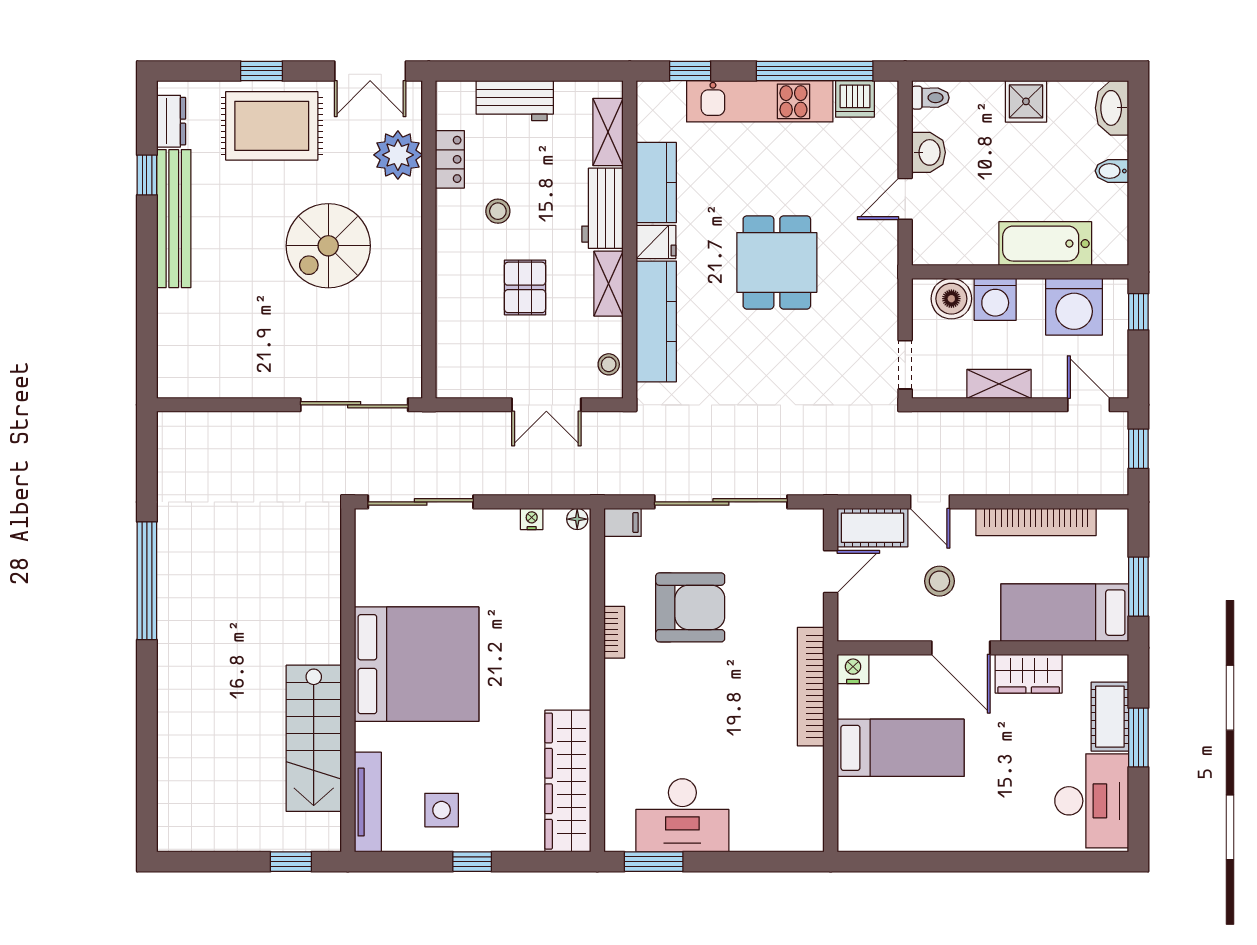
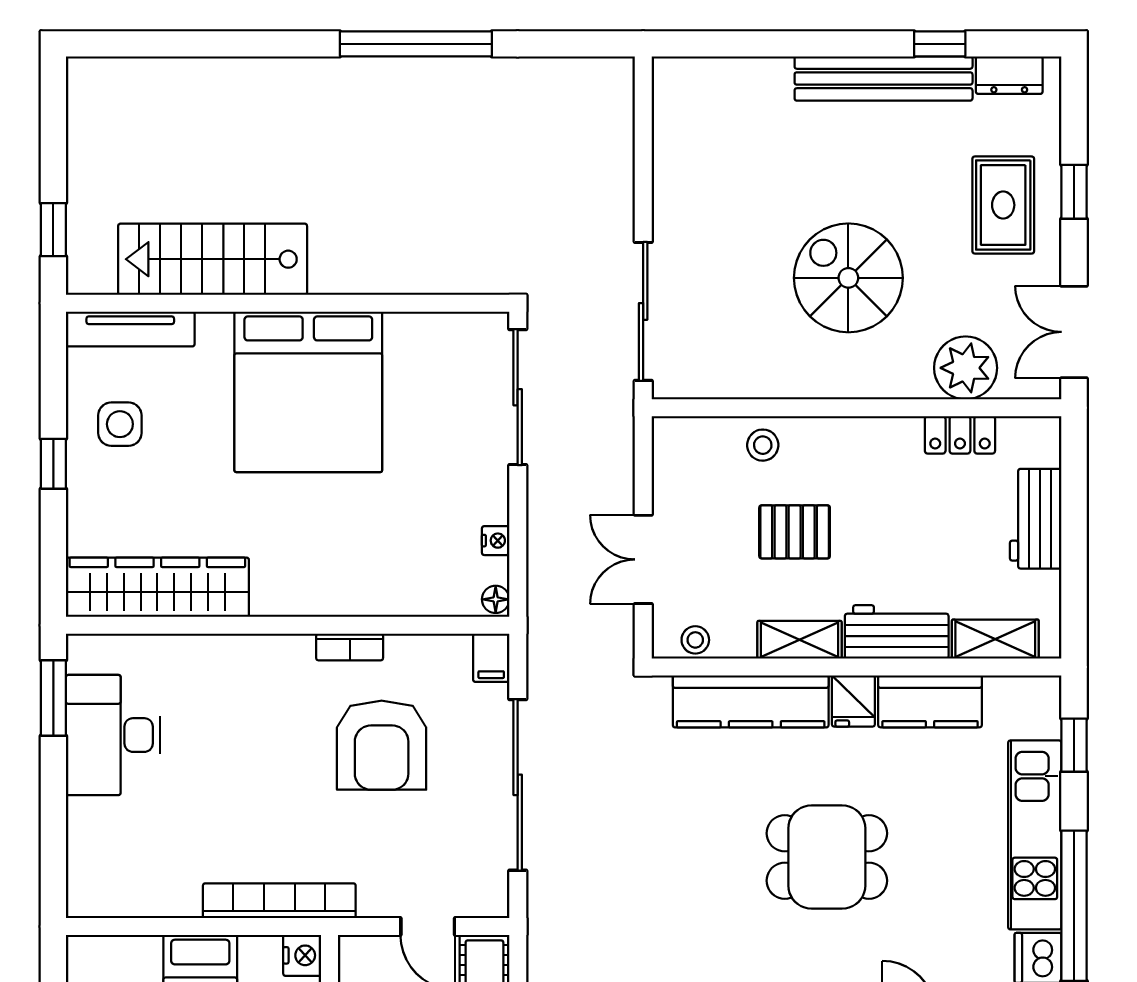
rug: (272, 126) -> (1003, 205), width x0.73, depth x0.70
stool: (498, 211) -> (763, 445), moved

